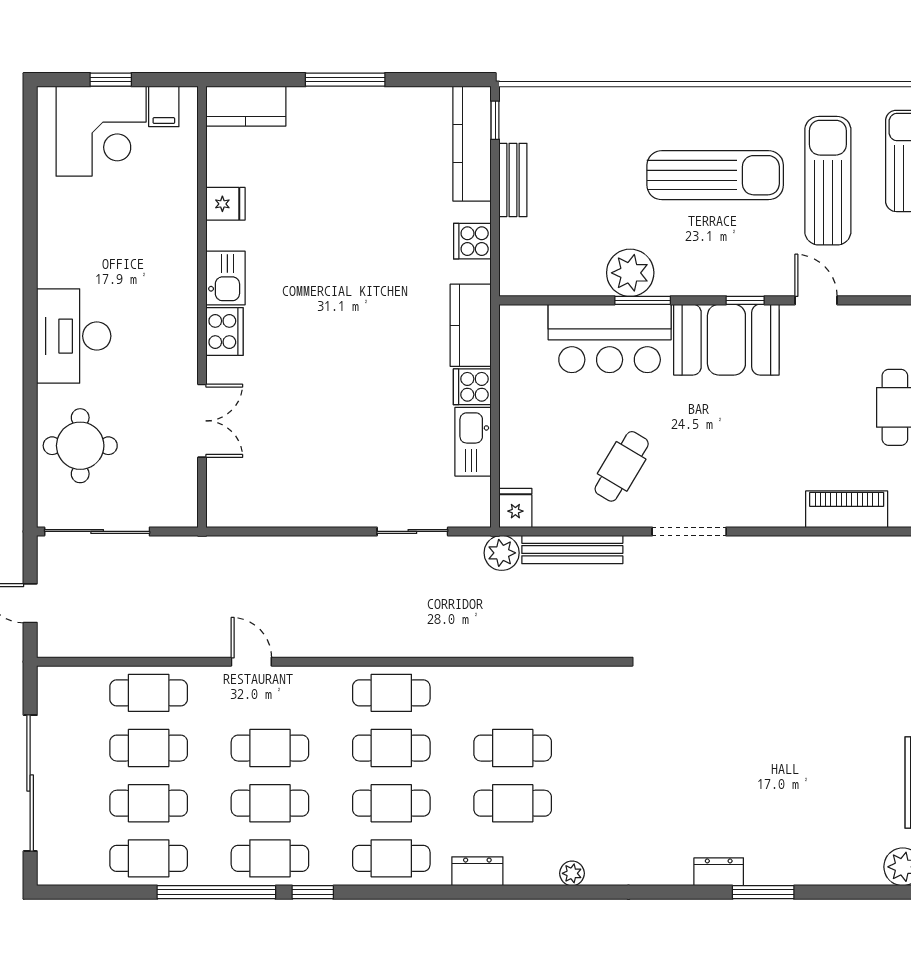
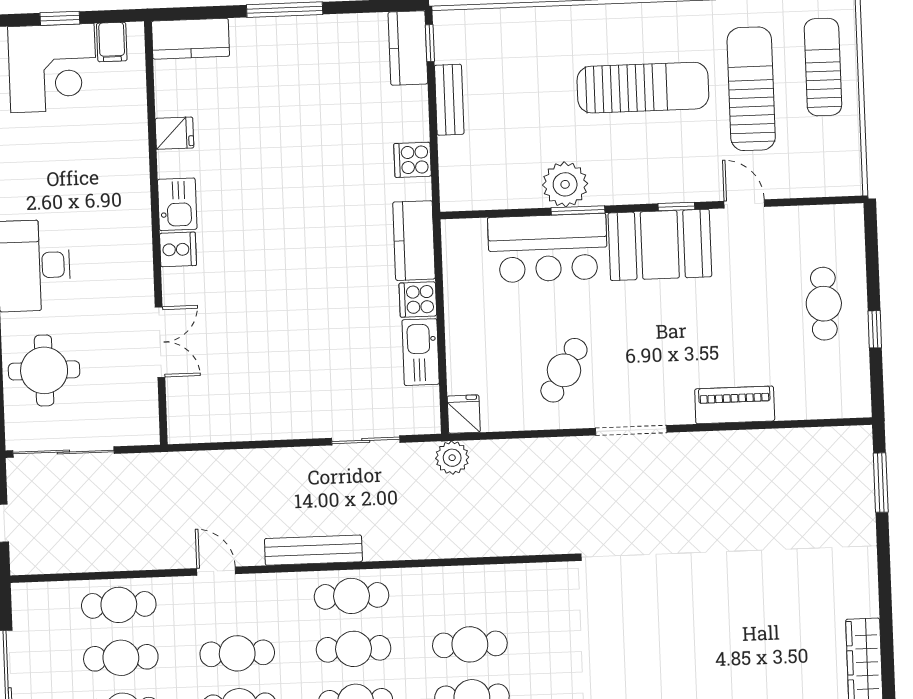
kitchen counter: (472, 144) -> (408, 48), width x0.67
cooker: (225, 331) -> (178, 249), width x0.73
piano: (847, 509) -> (735, 405), moved
bench: (572, 550) -> (313, 550), moved

